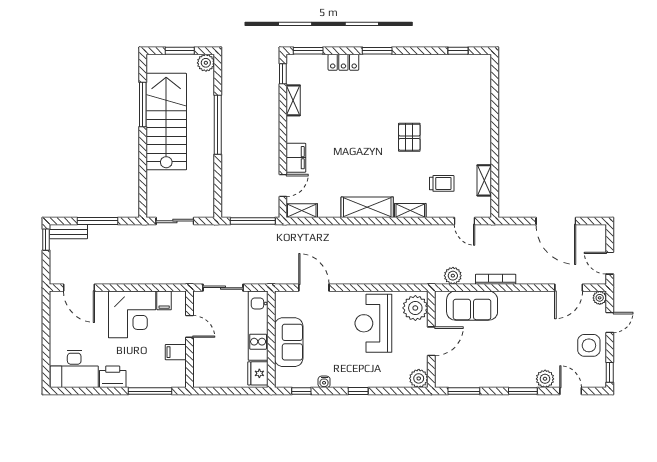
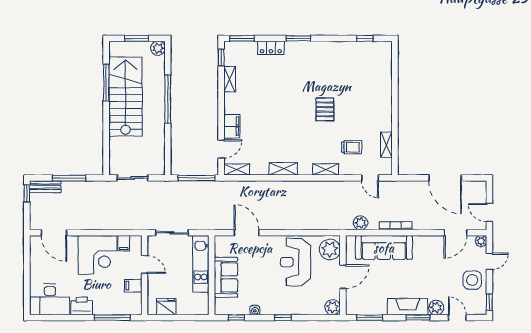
shelving: (367, 207) -> (283, 169), width x0.67, depth x0.75
sofa: (472, 306) -> (384, 248), width x1.36
fridge: (258, 373) -> (166, 307), moved, turned 90
fireplace: (510, 378) -> (408, 307), added

